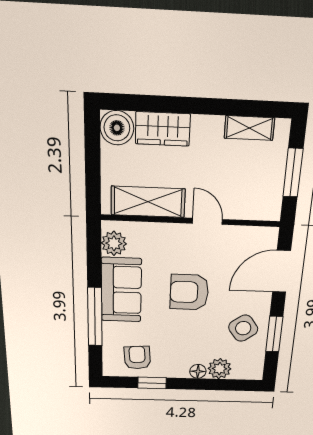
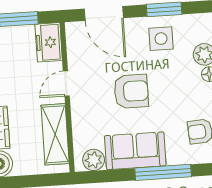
freezer: (259, 206) -> (49, 42), added
armchair: (189, 292) -> (131, 91), turned -90
side table: (243, 328) -> (161, 39), turned 36

